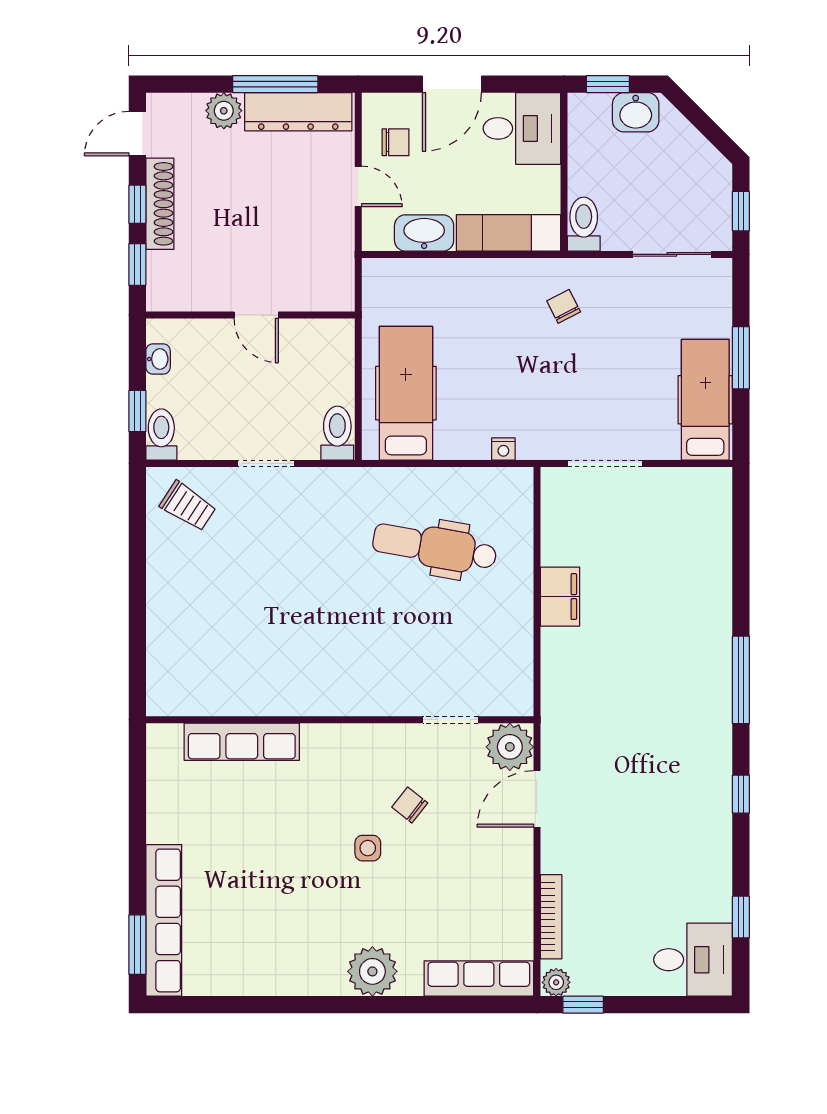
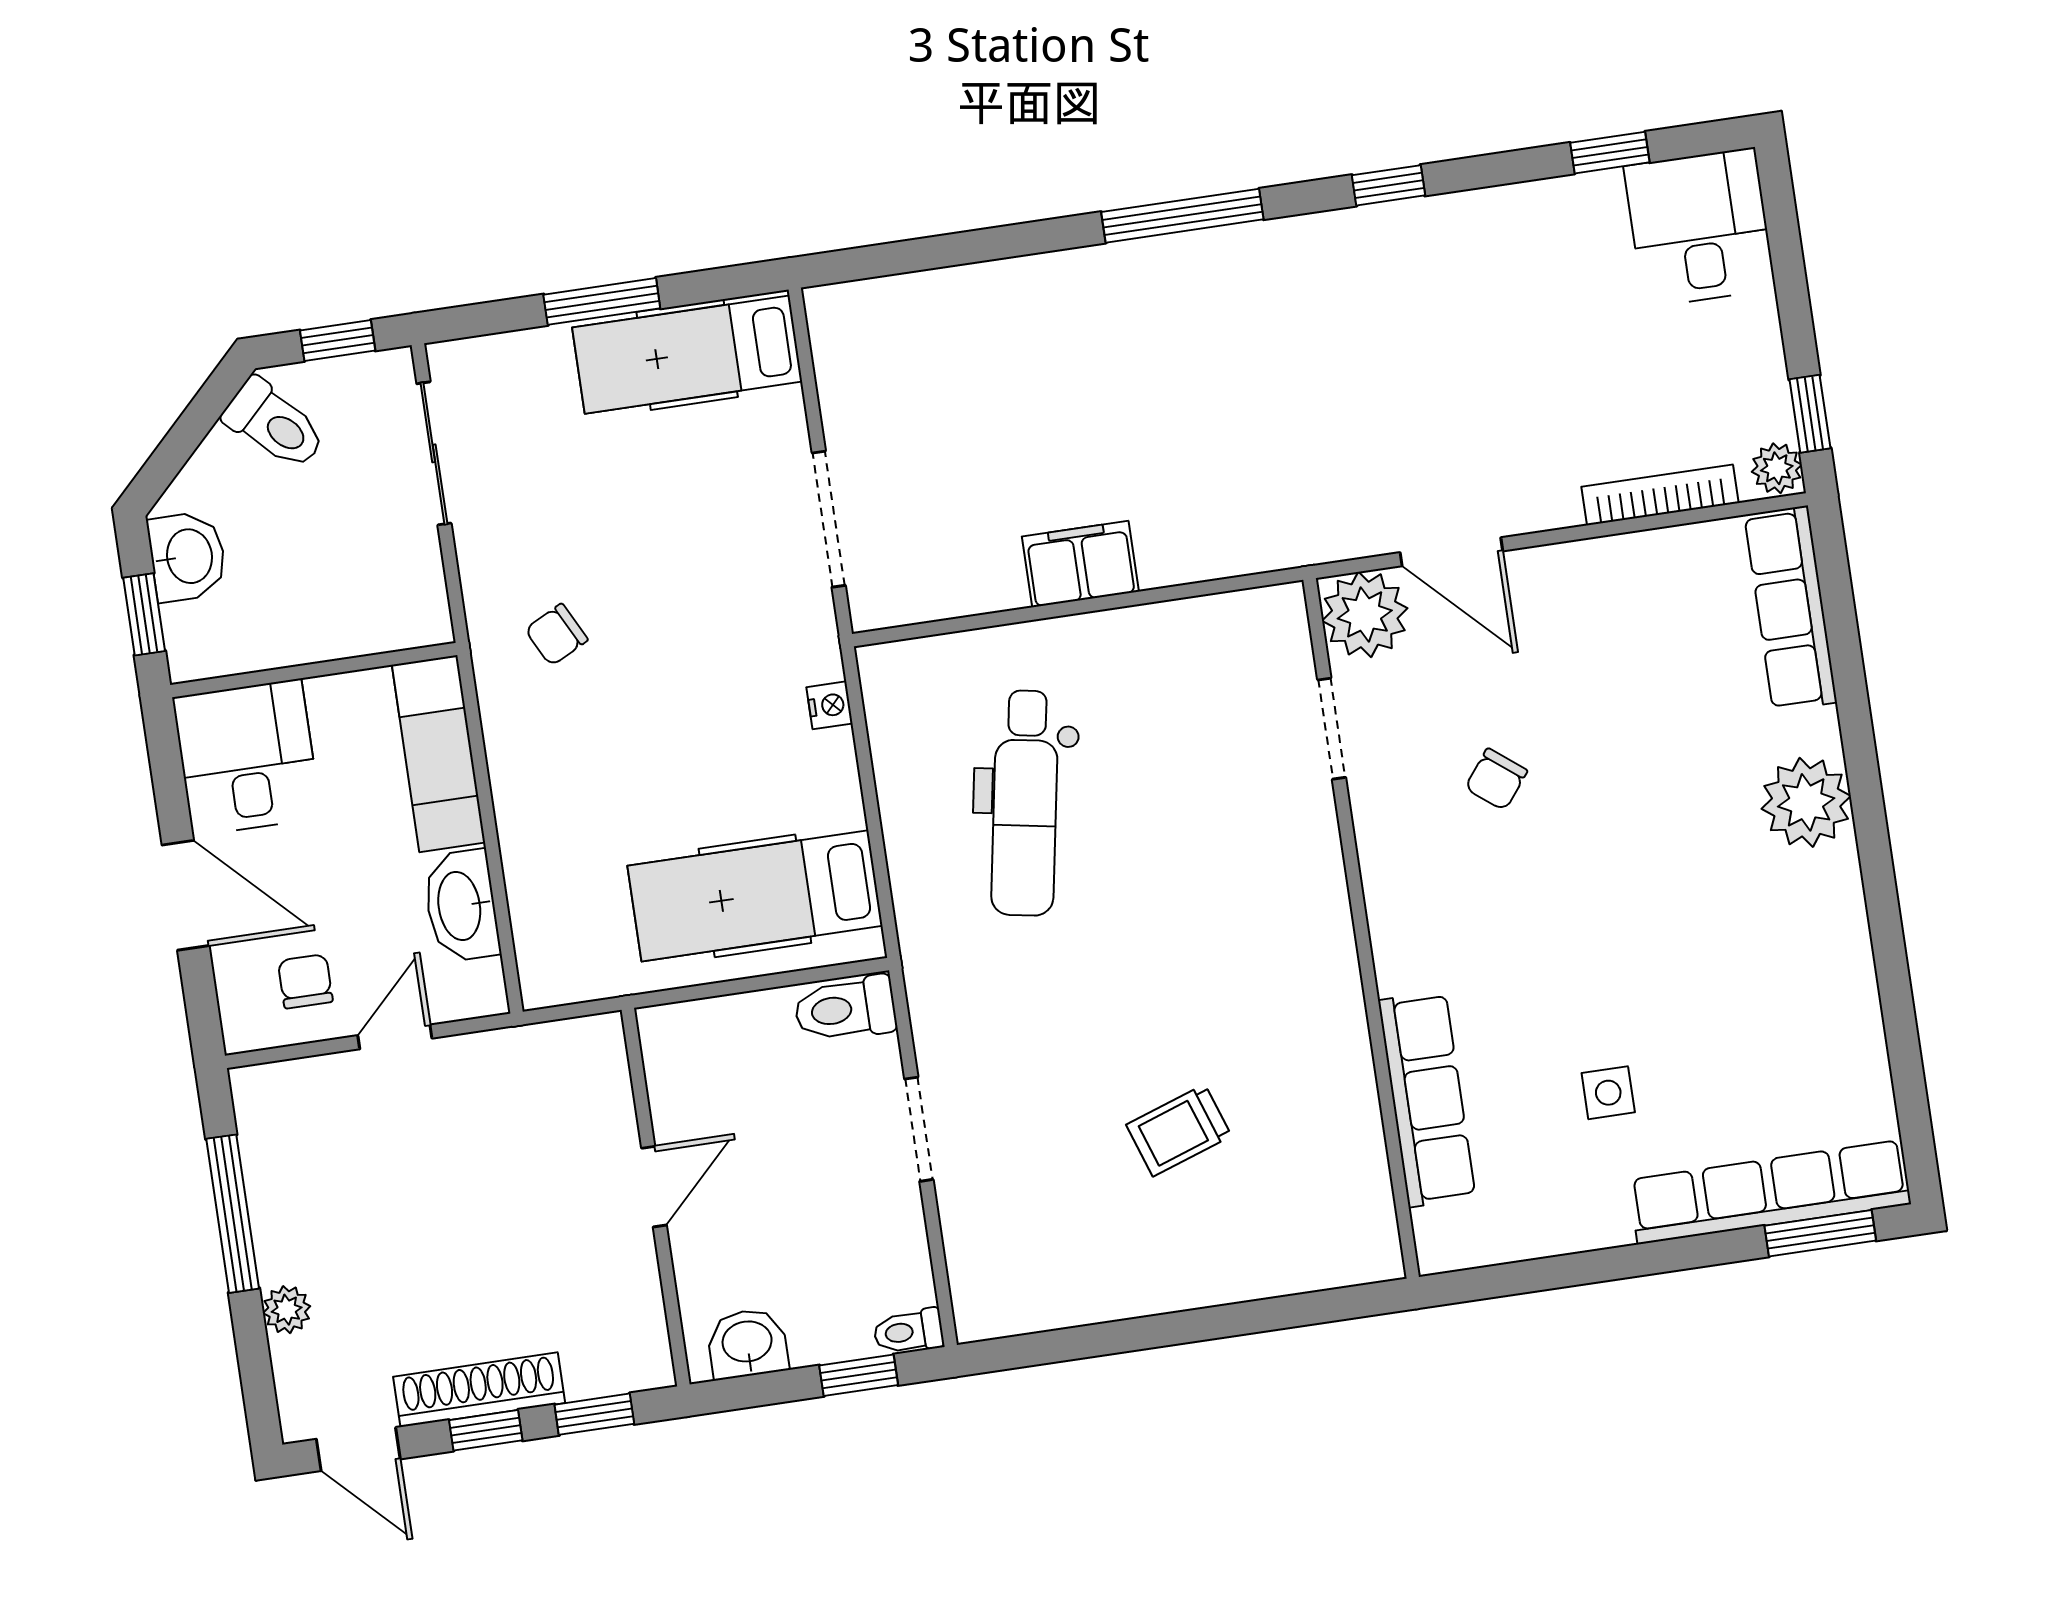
plant: (224, 111) -> (287, 1310), width x0.73, depth x0.73
dresser: (298, 112) -> (276, 1165), removed
toilet: (584, 224) -> (275, 424), moved, turned -135
washbasin: (158, 359) -> (747, 1343), width x1.38, depth x1.45
toilet: (161, 435) -> (908, 1331), width x0.73, depth x0.72
trolley: (188, 506) -> (1179, 1130), moved, turned -142
side table: (368, 848) -> (1608, 1093), moved

